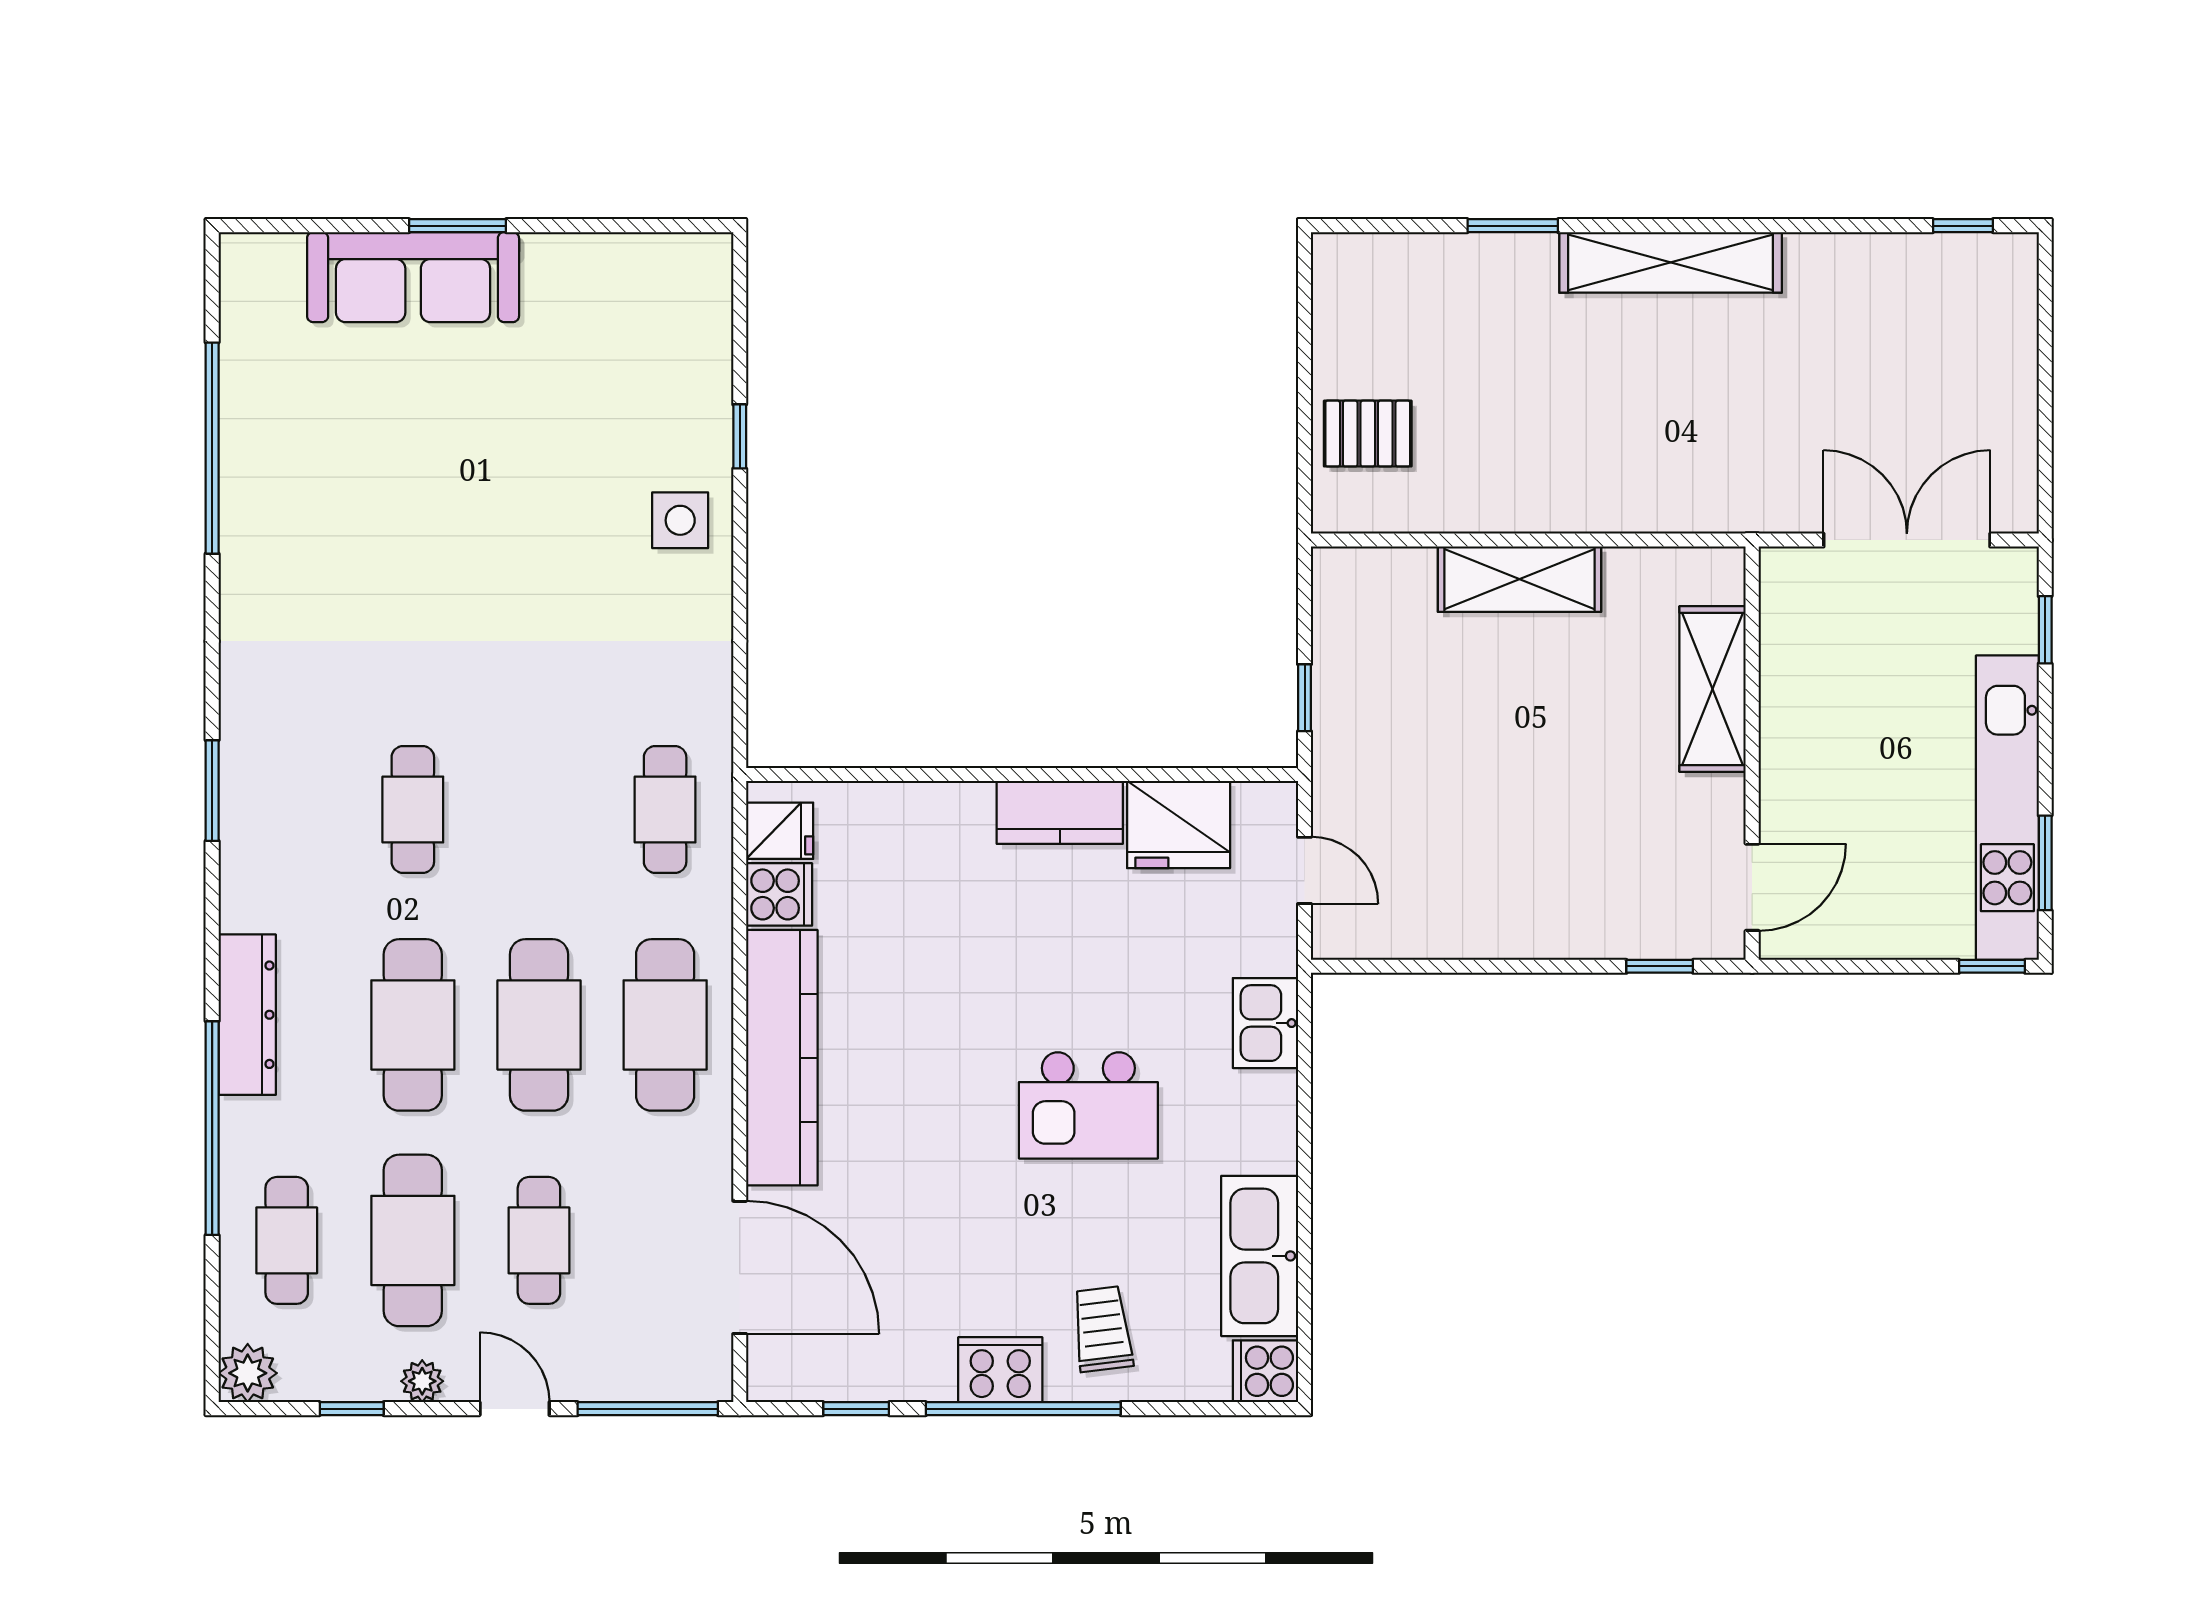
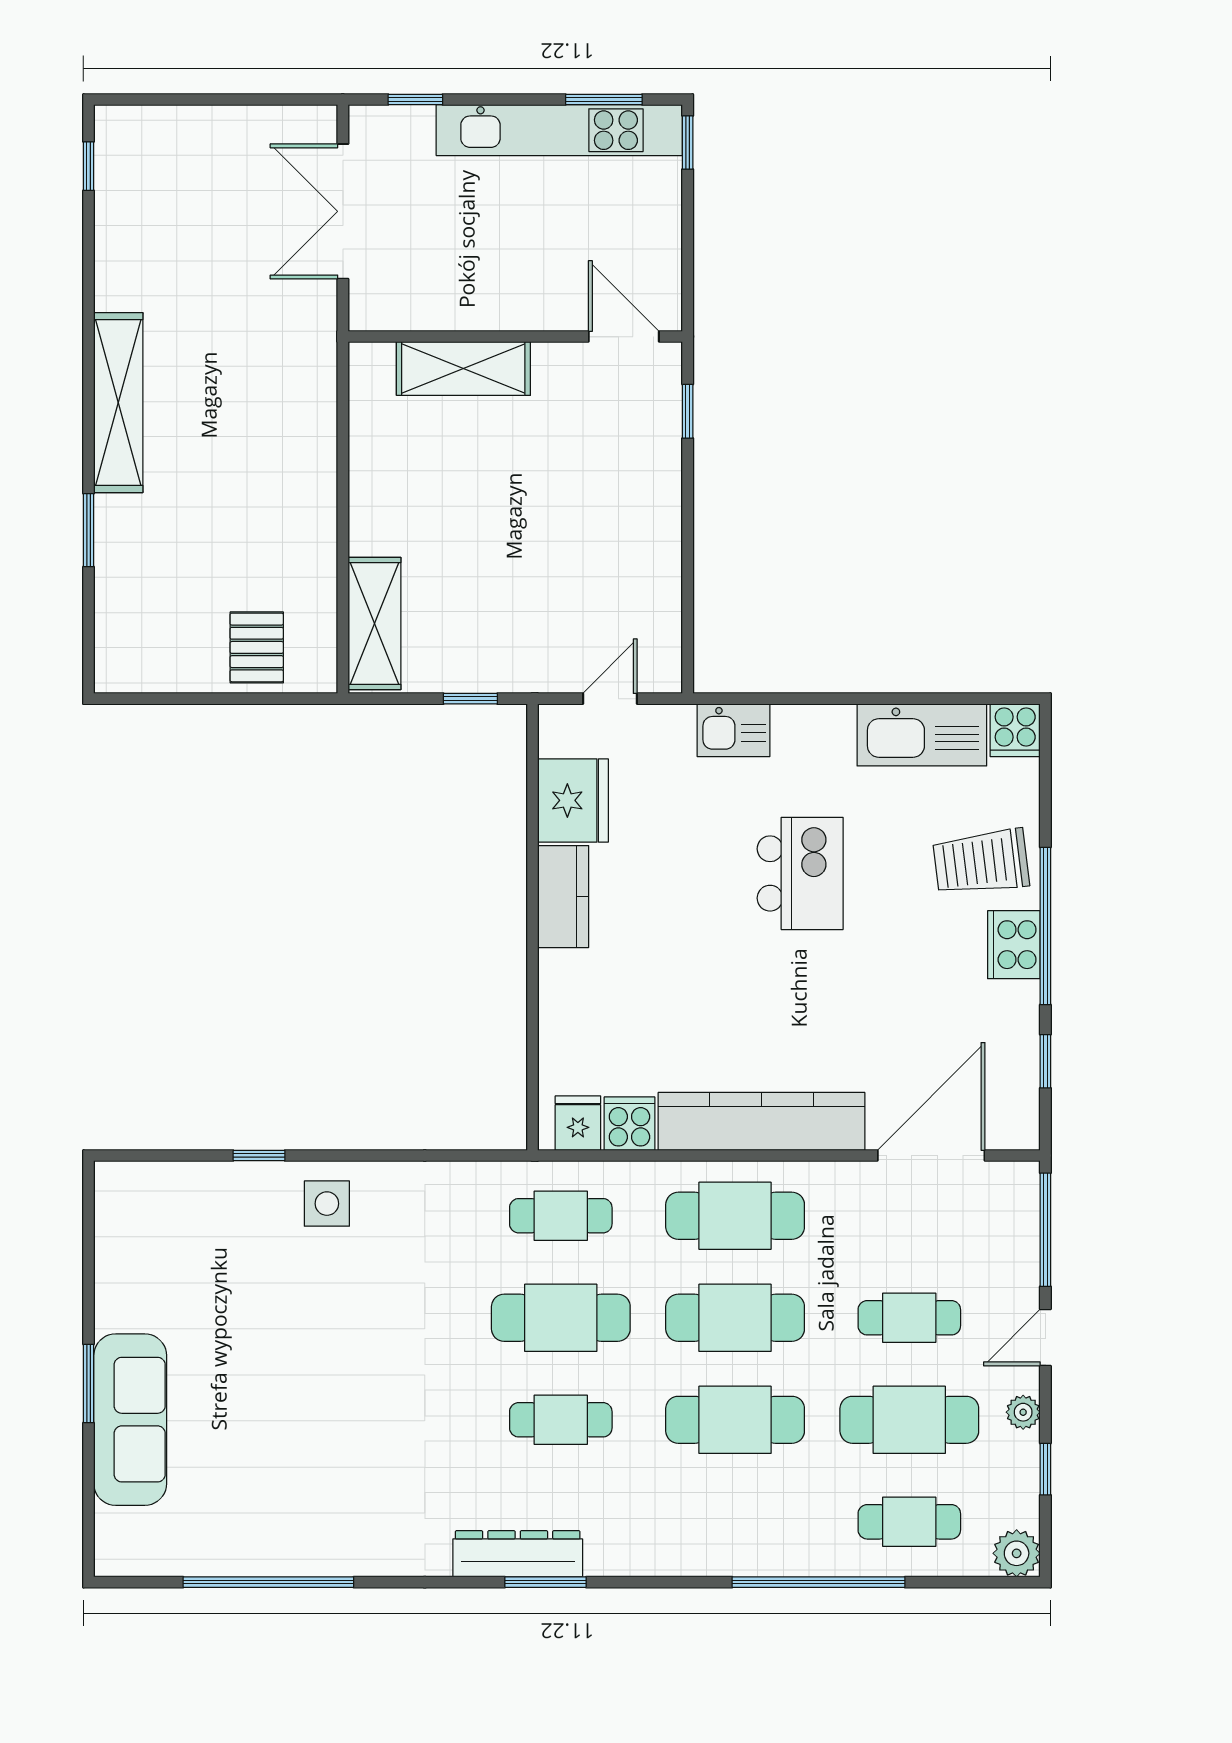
shelving: (1519, 579) -> (374, 623), moved
cafe table: (539, 810) -> (561, 1318), added
dresser: (247, 1015) -> (518, 1554), moved
trolley: (1102, 1329) -> (981, 862), width x1.36, depth x1.39

